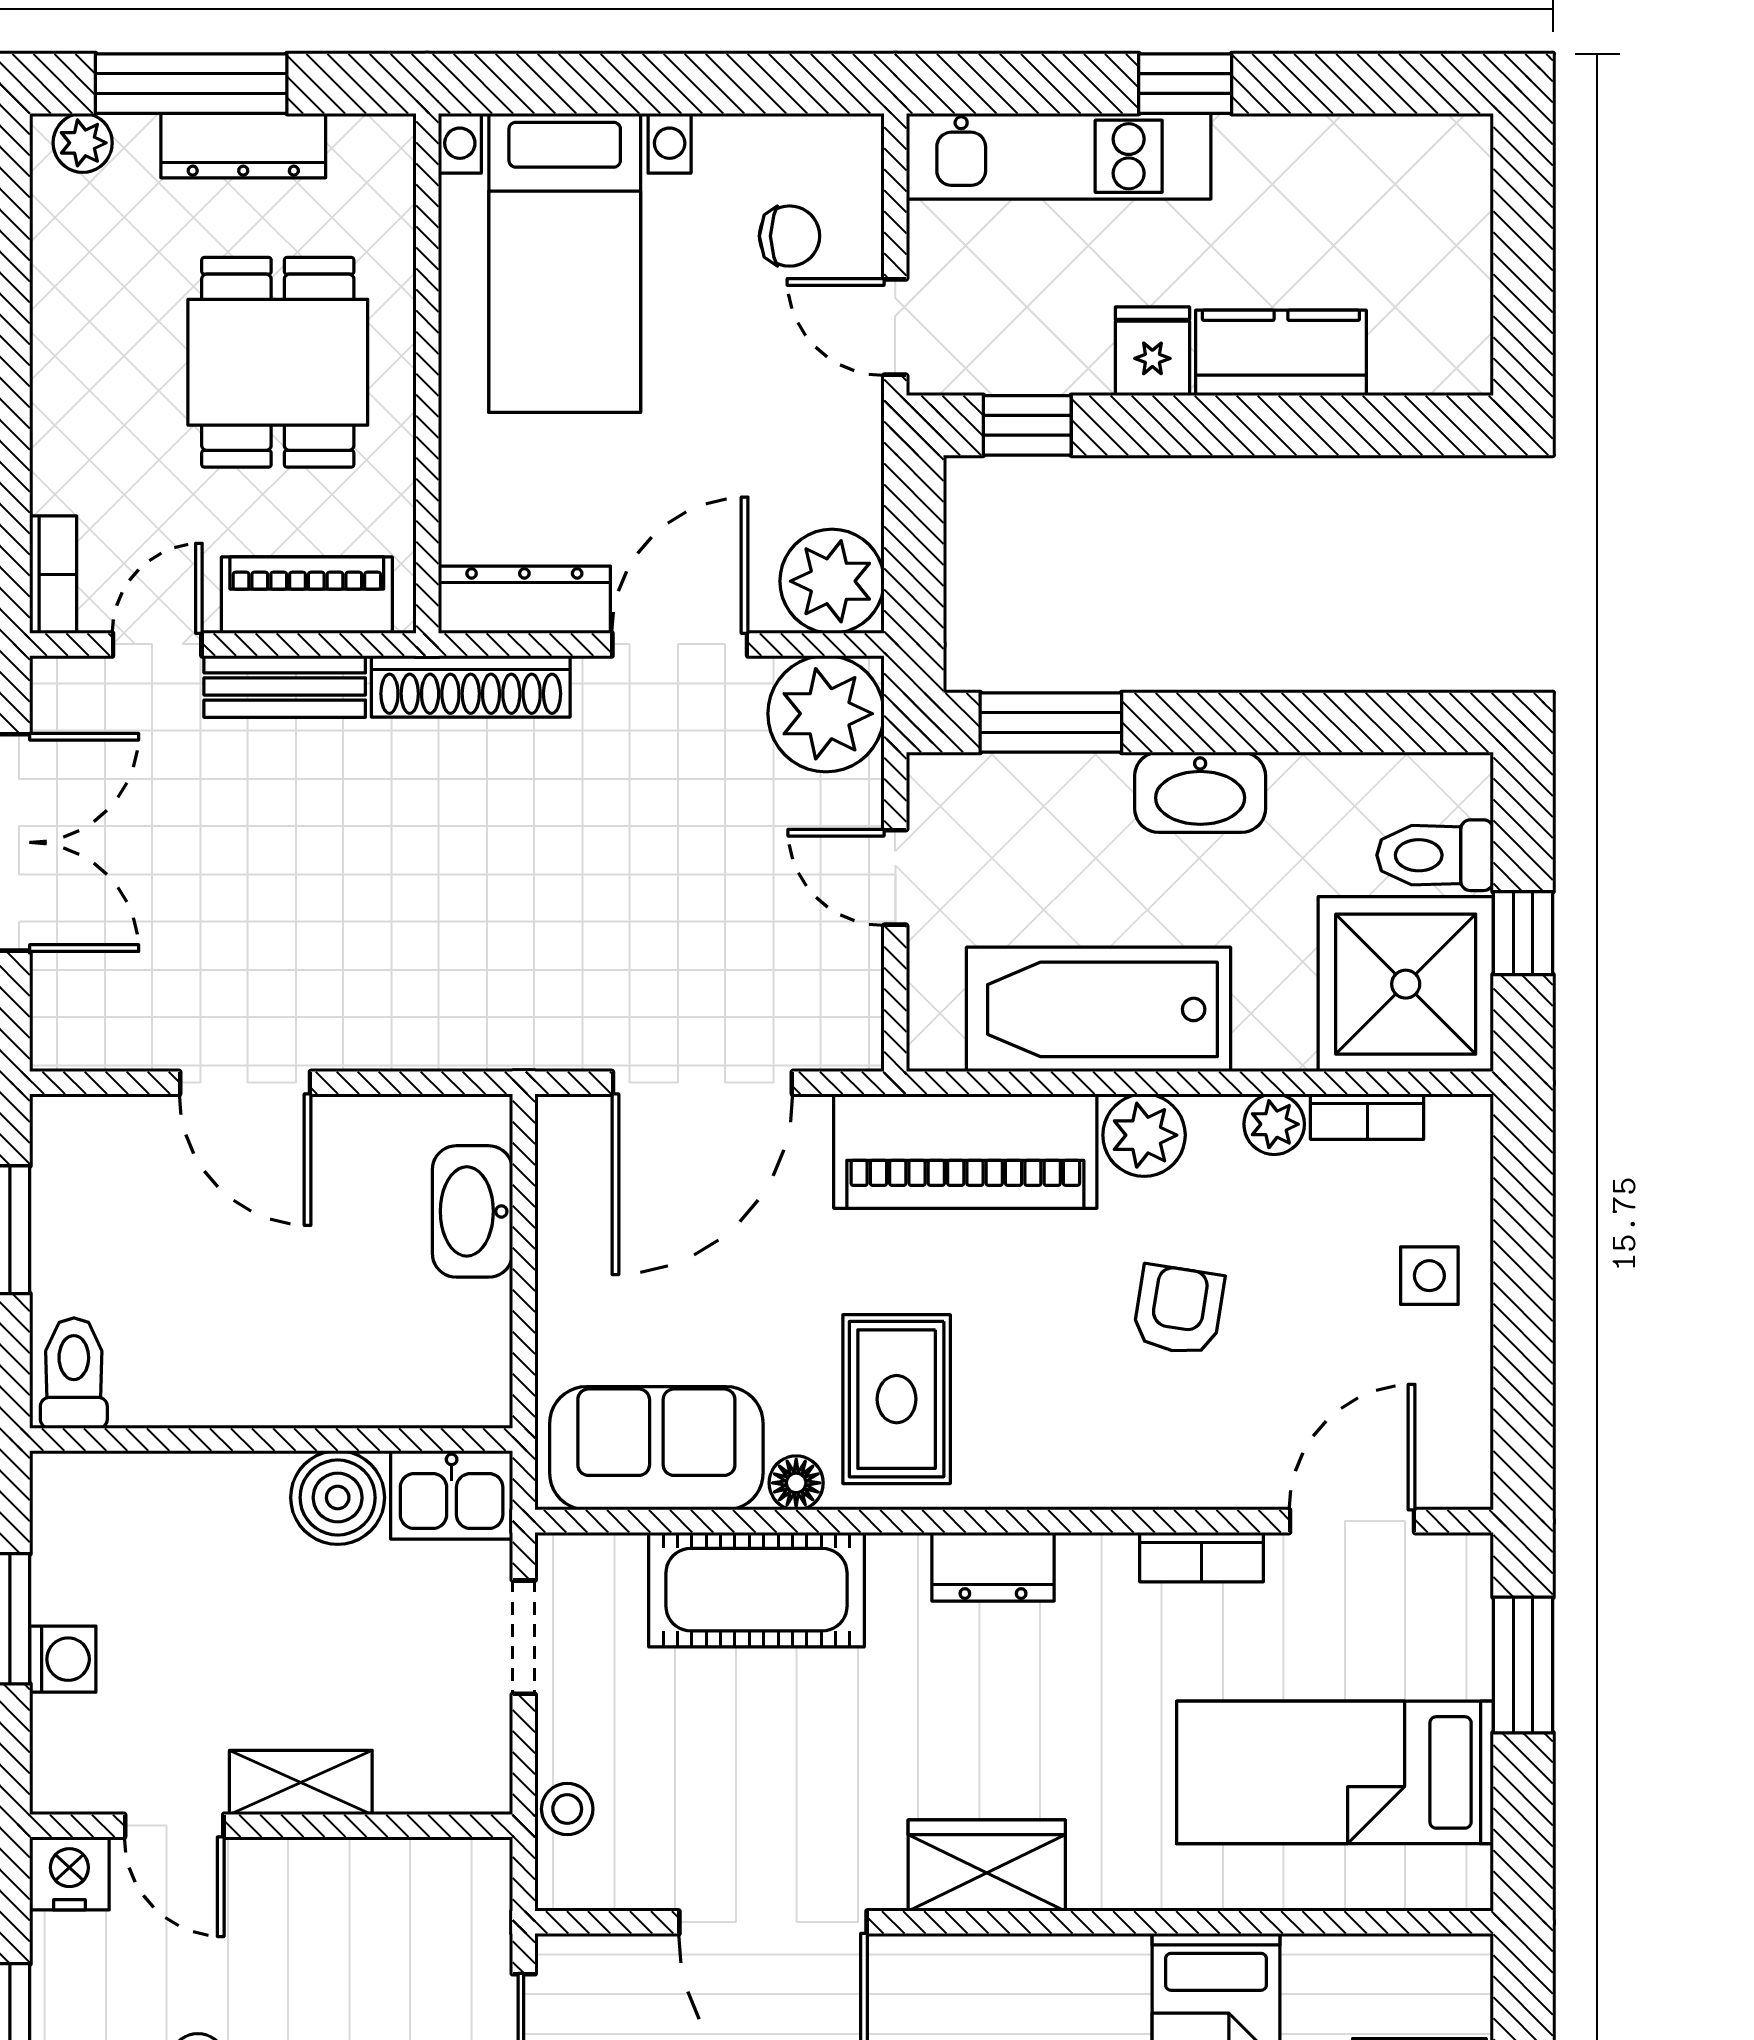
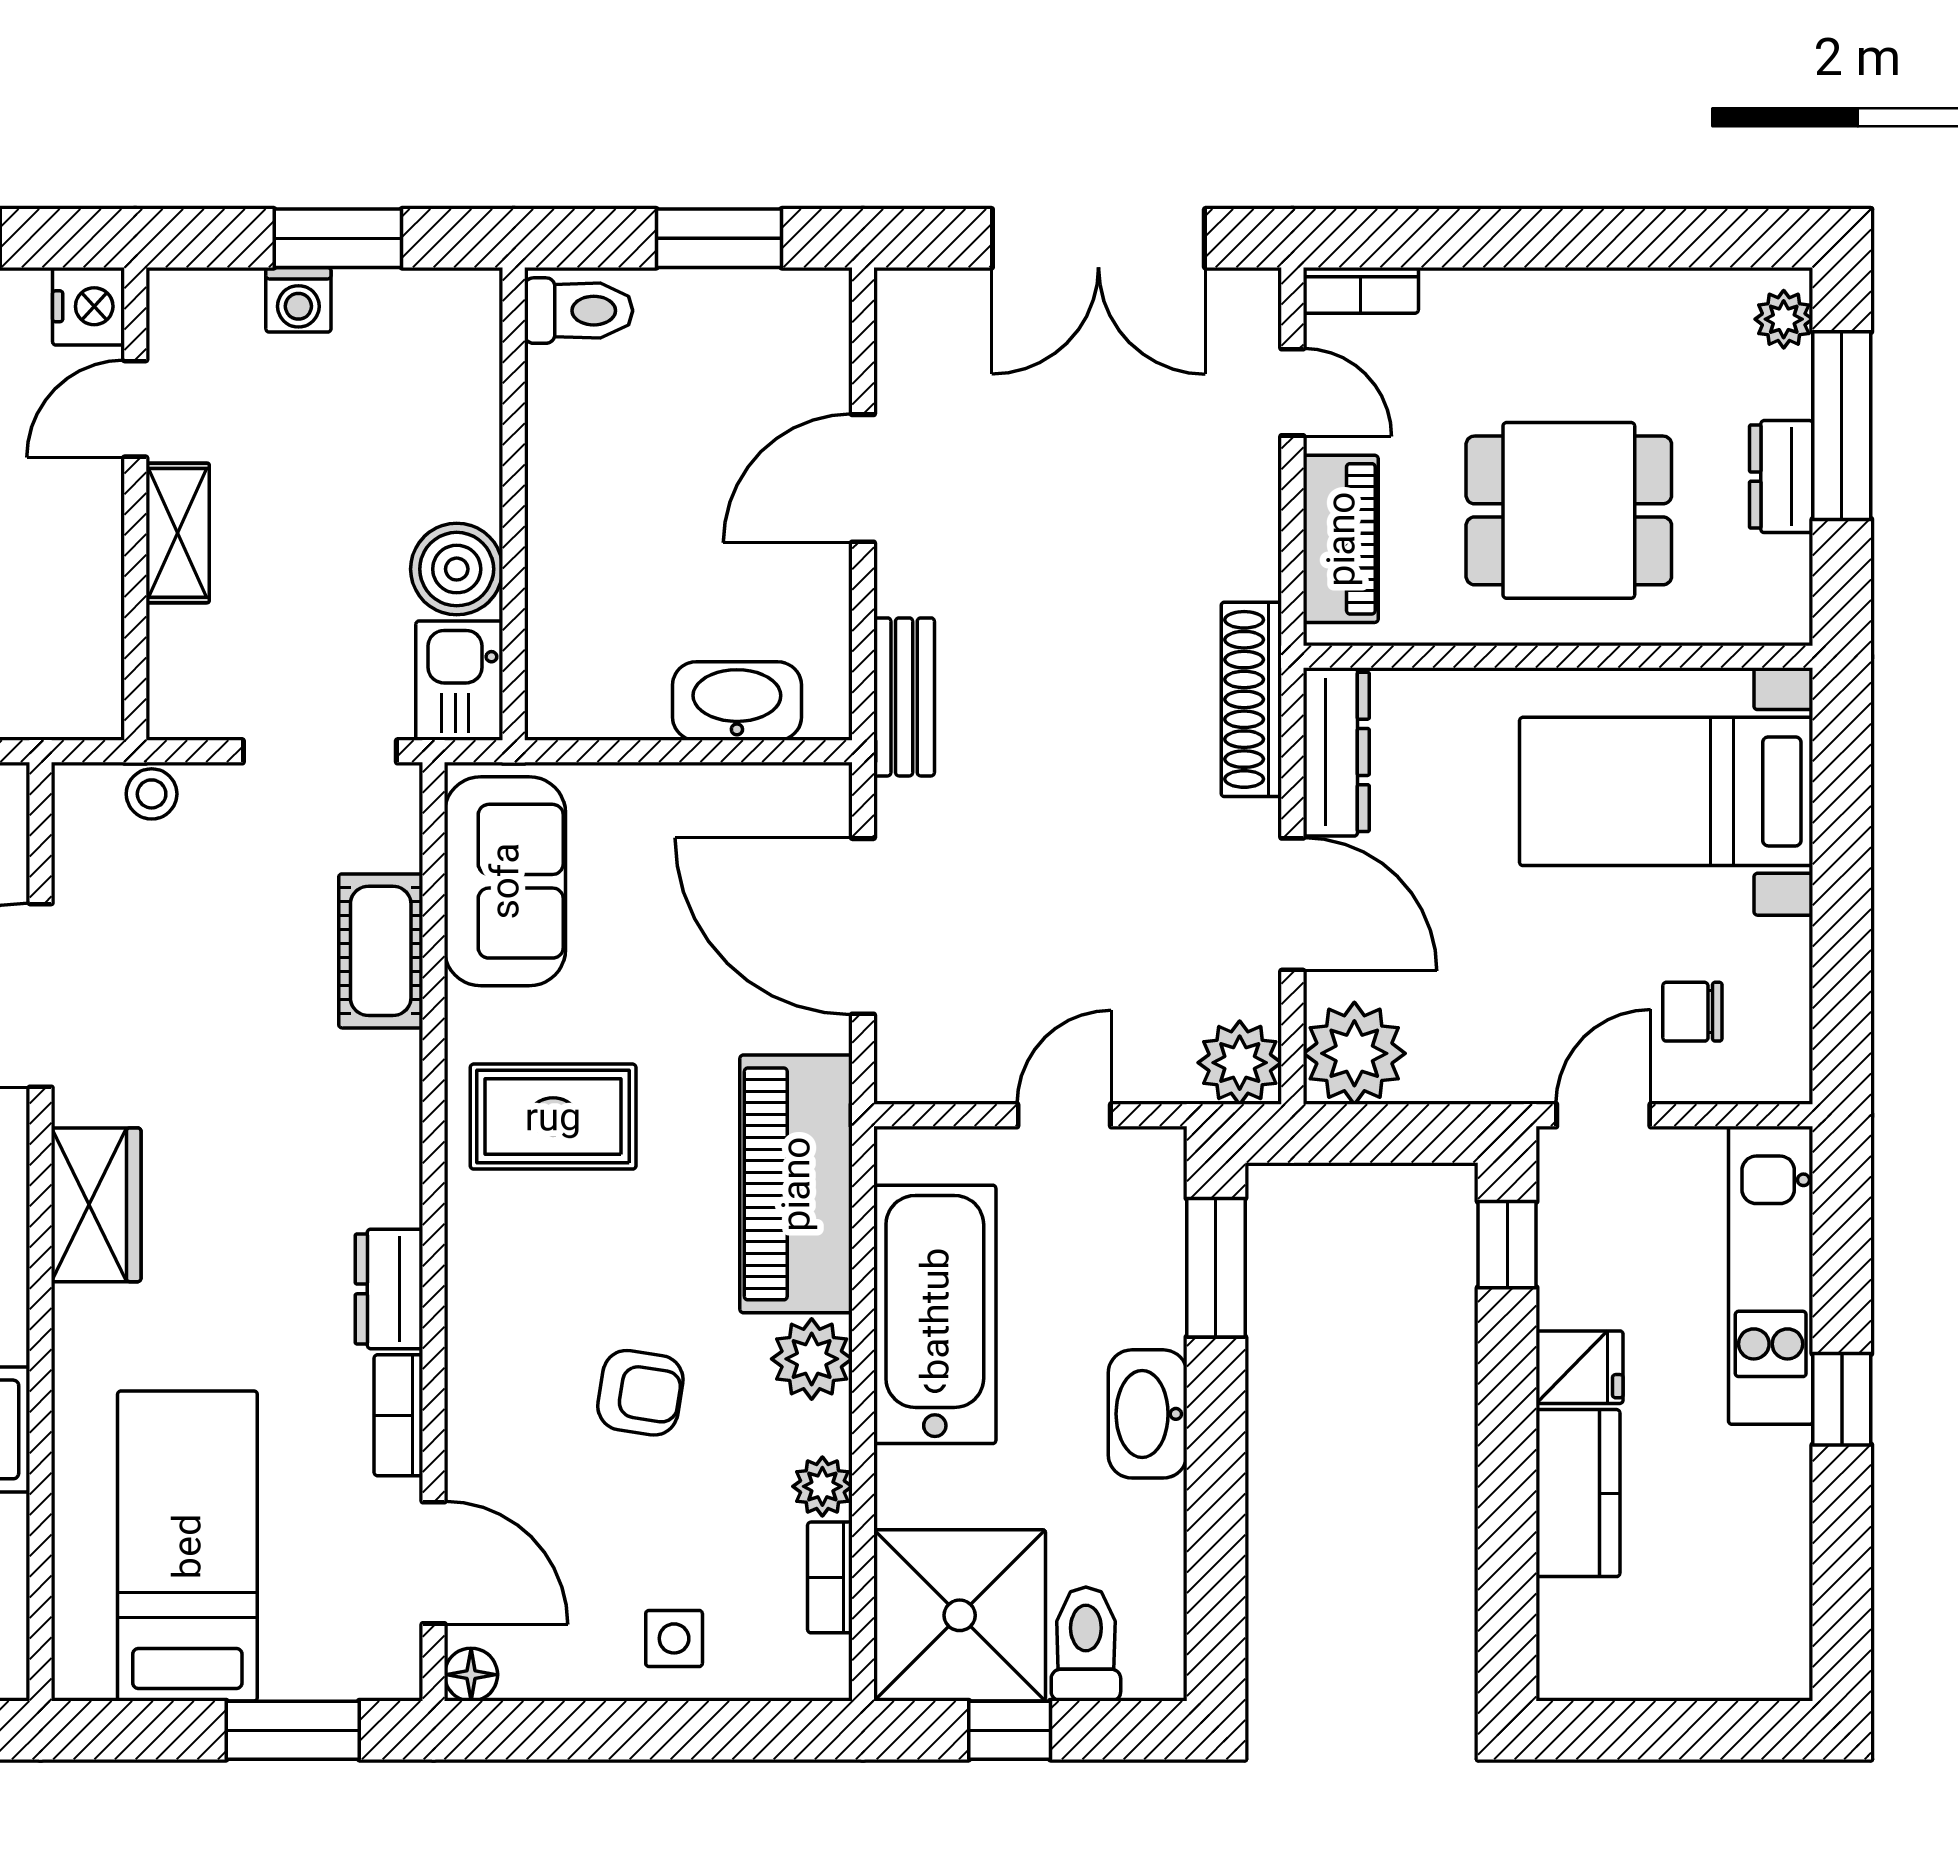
dresser: (243, 146) -> (1781, 477), width x0.70
chair: (790, 236) -> (1692, 1012), turned 90
bench: (285, 686) -> (904, 697), moved
plant: (826, 714) -> (1240, 1063), width x0.73, depth x0.73
floor lamp: (796, 1483) -> (471, 1675), moved
dresser: (993, 1567) -> (389, 1289), moved
cot: (757, 1590) -> (381, 951), width x0.73, depth x0.75
doorway: (524, 1637) -> (320, 751), width x1.38

